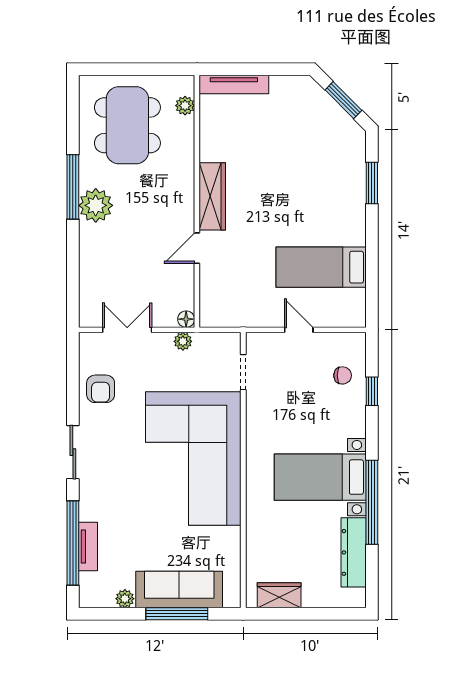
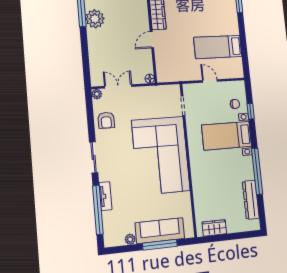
plant: (183, 341) -> (97, 94), moved
bed with nightstands: (320, 477) -> (227, 136), moved
tv unit: (88, 546) -> (105, 196), moved

